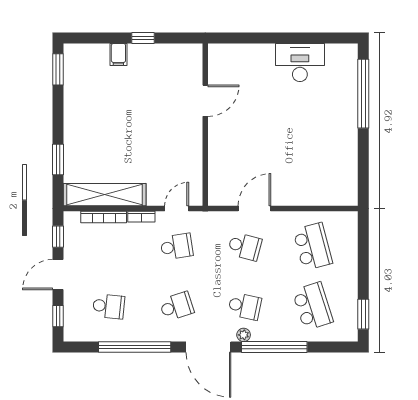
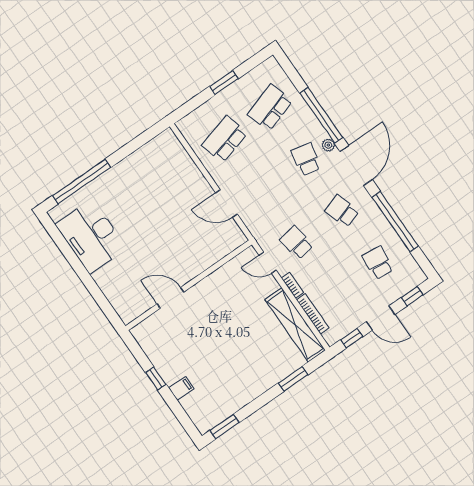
desk: (300, 63) -> (91, 236), width x1.36, depth x1.30
school desk: (245, 247) -> (261, 191), removed
window: (363, 314) -> (224, 83), moved

